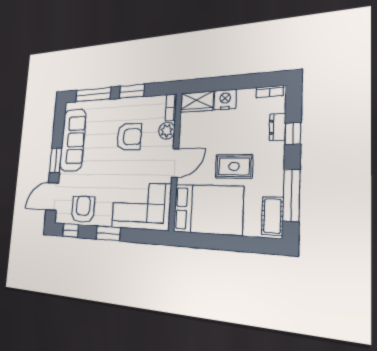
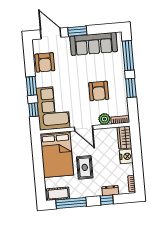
armchair: (83, 209) -> (45, 62), turned 90
window: (71, 230) -> (34, 110), moved

